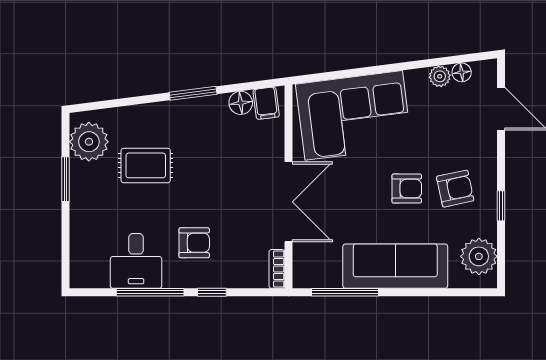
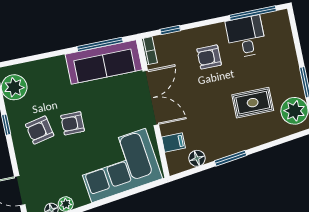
filing cabinet: (266, 103) -> (173, 142), moved, turned 97
double door: (288, 202) -> (151, 98), swing flipped
sofa: (395, 266) -> (104, 62), moved
window: (150, 292) -> (253, 13), moved
window: (212, 292) -> (170, 30), moved

